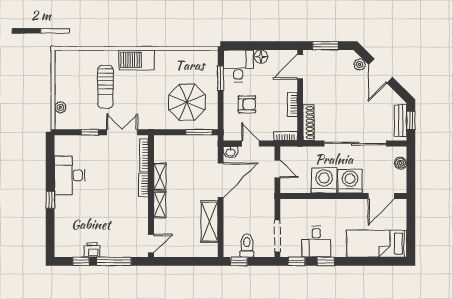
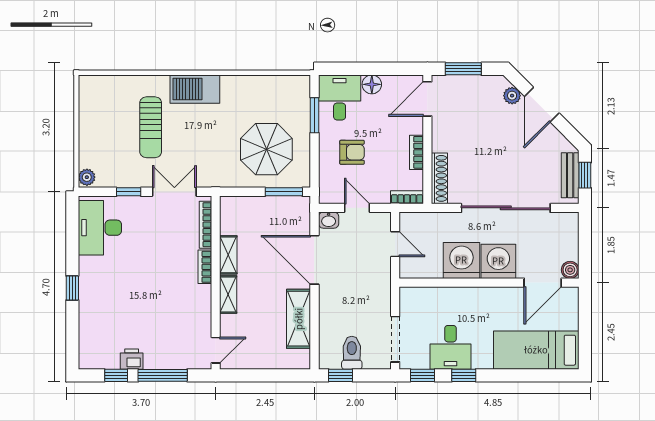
plant: (60, 107) -> (87, 177), moved
boiler: (400, 163) -> (570, 270), moved
desk: (70, 175) -> (100, 228), moved
door: (221, 180) -> (314, 260), swing flipped

